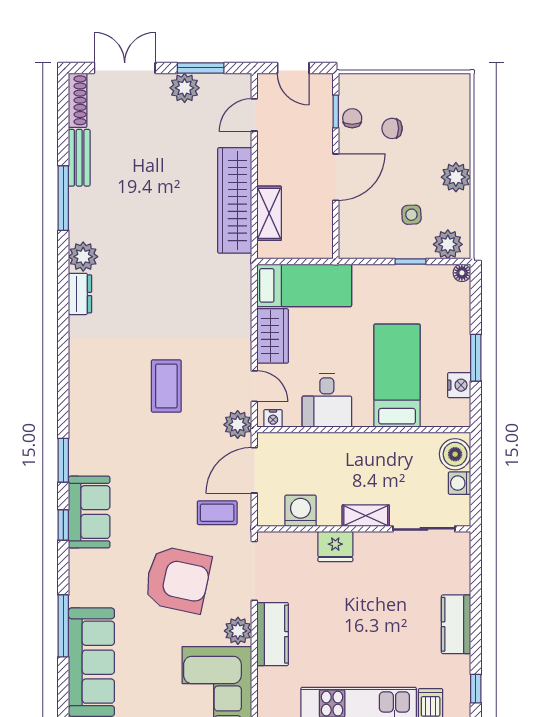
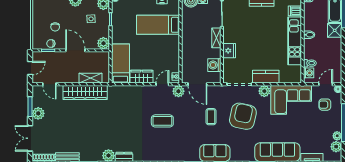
plant: (353, 244) -> (103, 43), added
desk: (327, 400) -> (168, 54), removed
coffee table: (217, 513) -> (211, 117), moved

